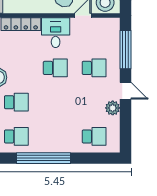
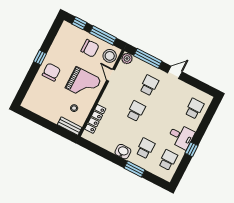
desk: (56, 33) -> (181, 136), moved, turned 180
plant: (113, 108) -> (127, 59), moved
window: (43, 158) -> (191, 149), width x0.32

